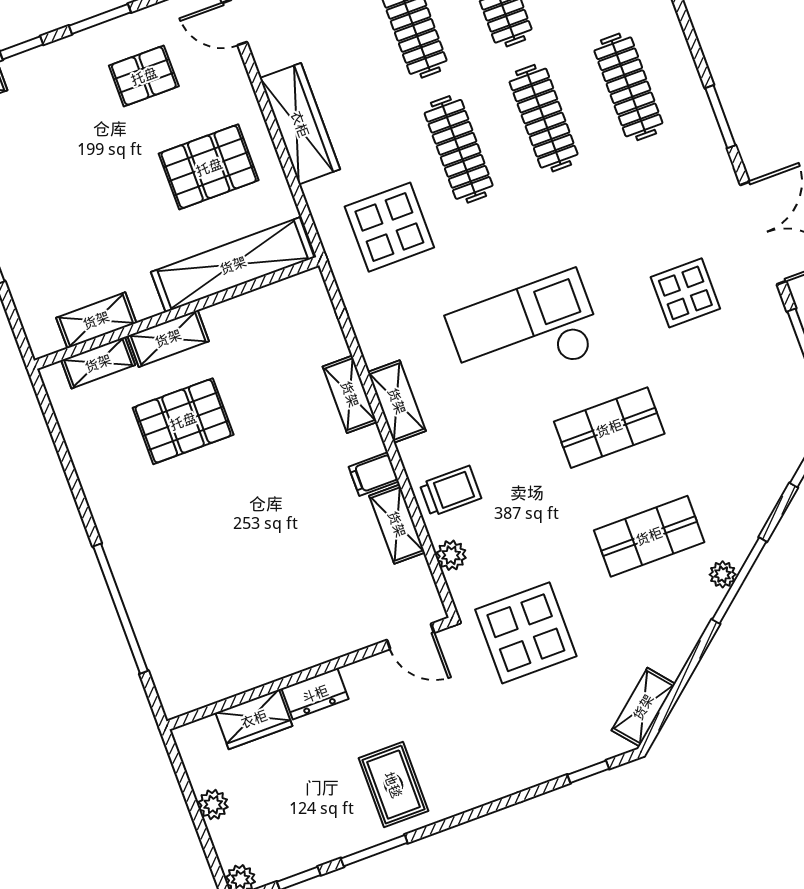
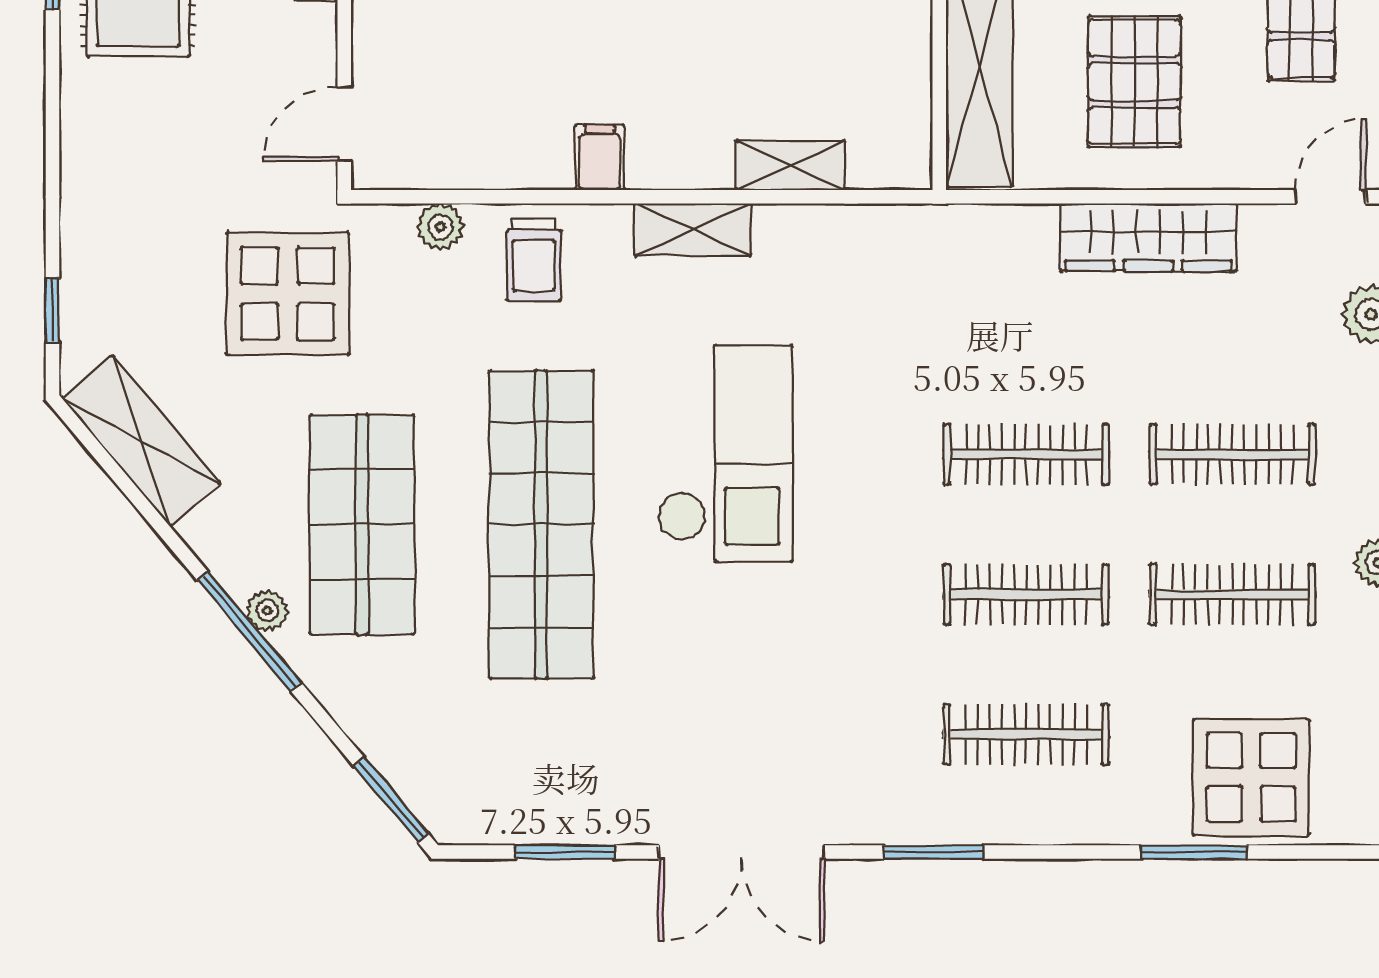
display table: (389, 227) -> (950, 312), removed
display table: (685, 293) -> (696, 707), removed
shelving: (350, 394) -> (790, 165), moved
shop shelf: (609, 428) -> (541, 524), width x2.00, depth x1.36
shelving: (397, 524) -> (514, 165), removed
shop shelf: (649, 536) -> (362, 524), width x1.43, depth x1.36
shelving: (643, 707) -> (141, 441), width x1.50, depth x1.33

